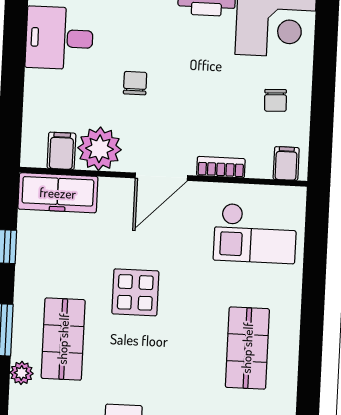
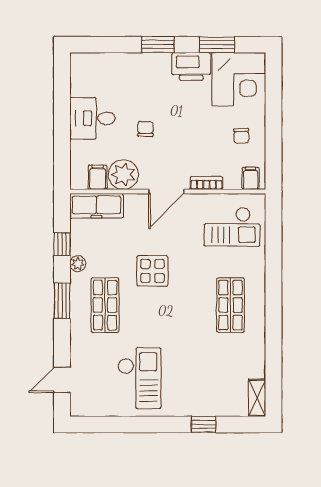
desk: (59, 38) -> (92, 118), moved
plant: (22, 373) -> (78, 264), moved

